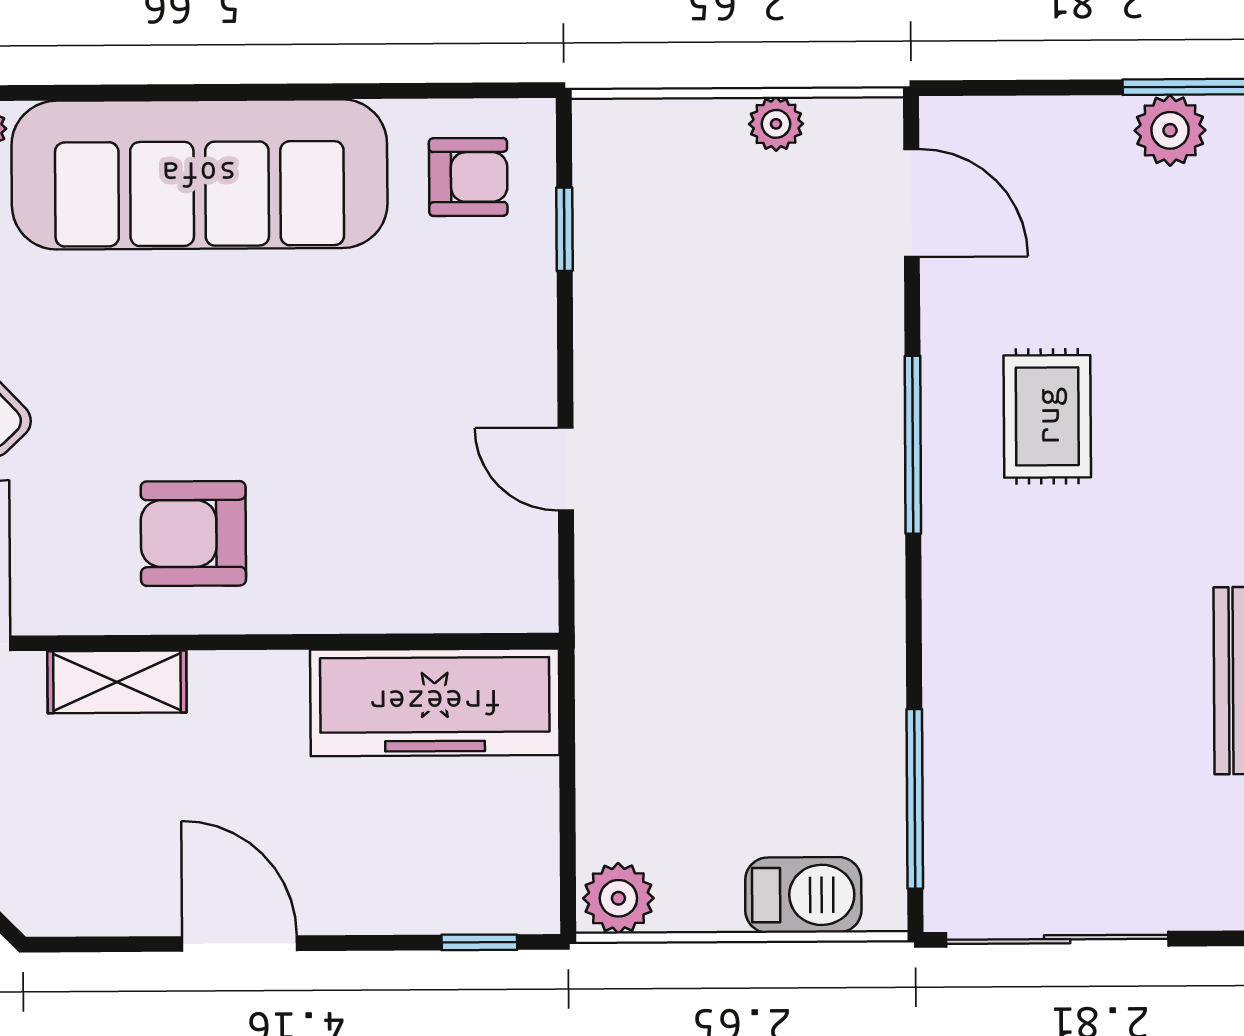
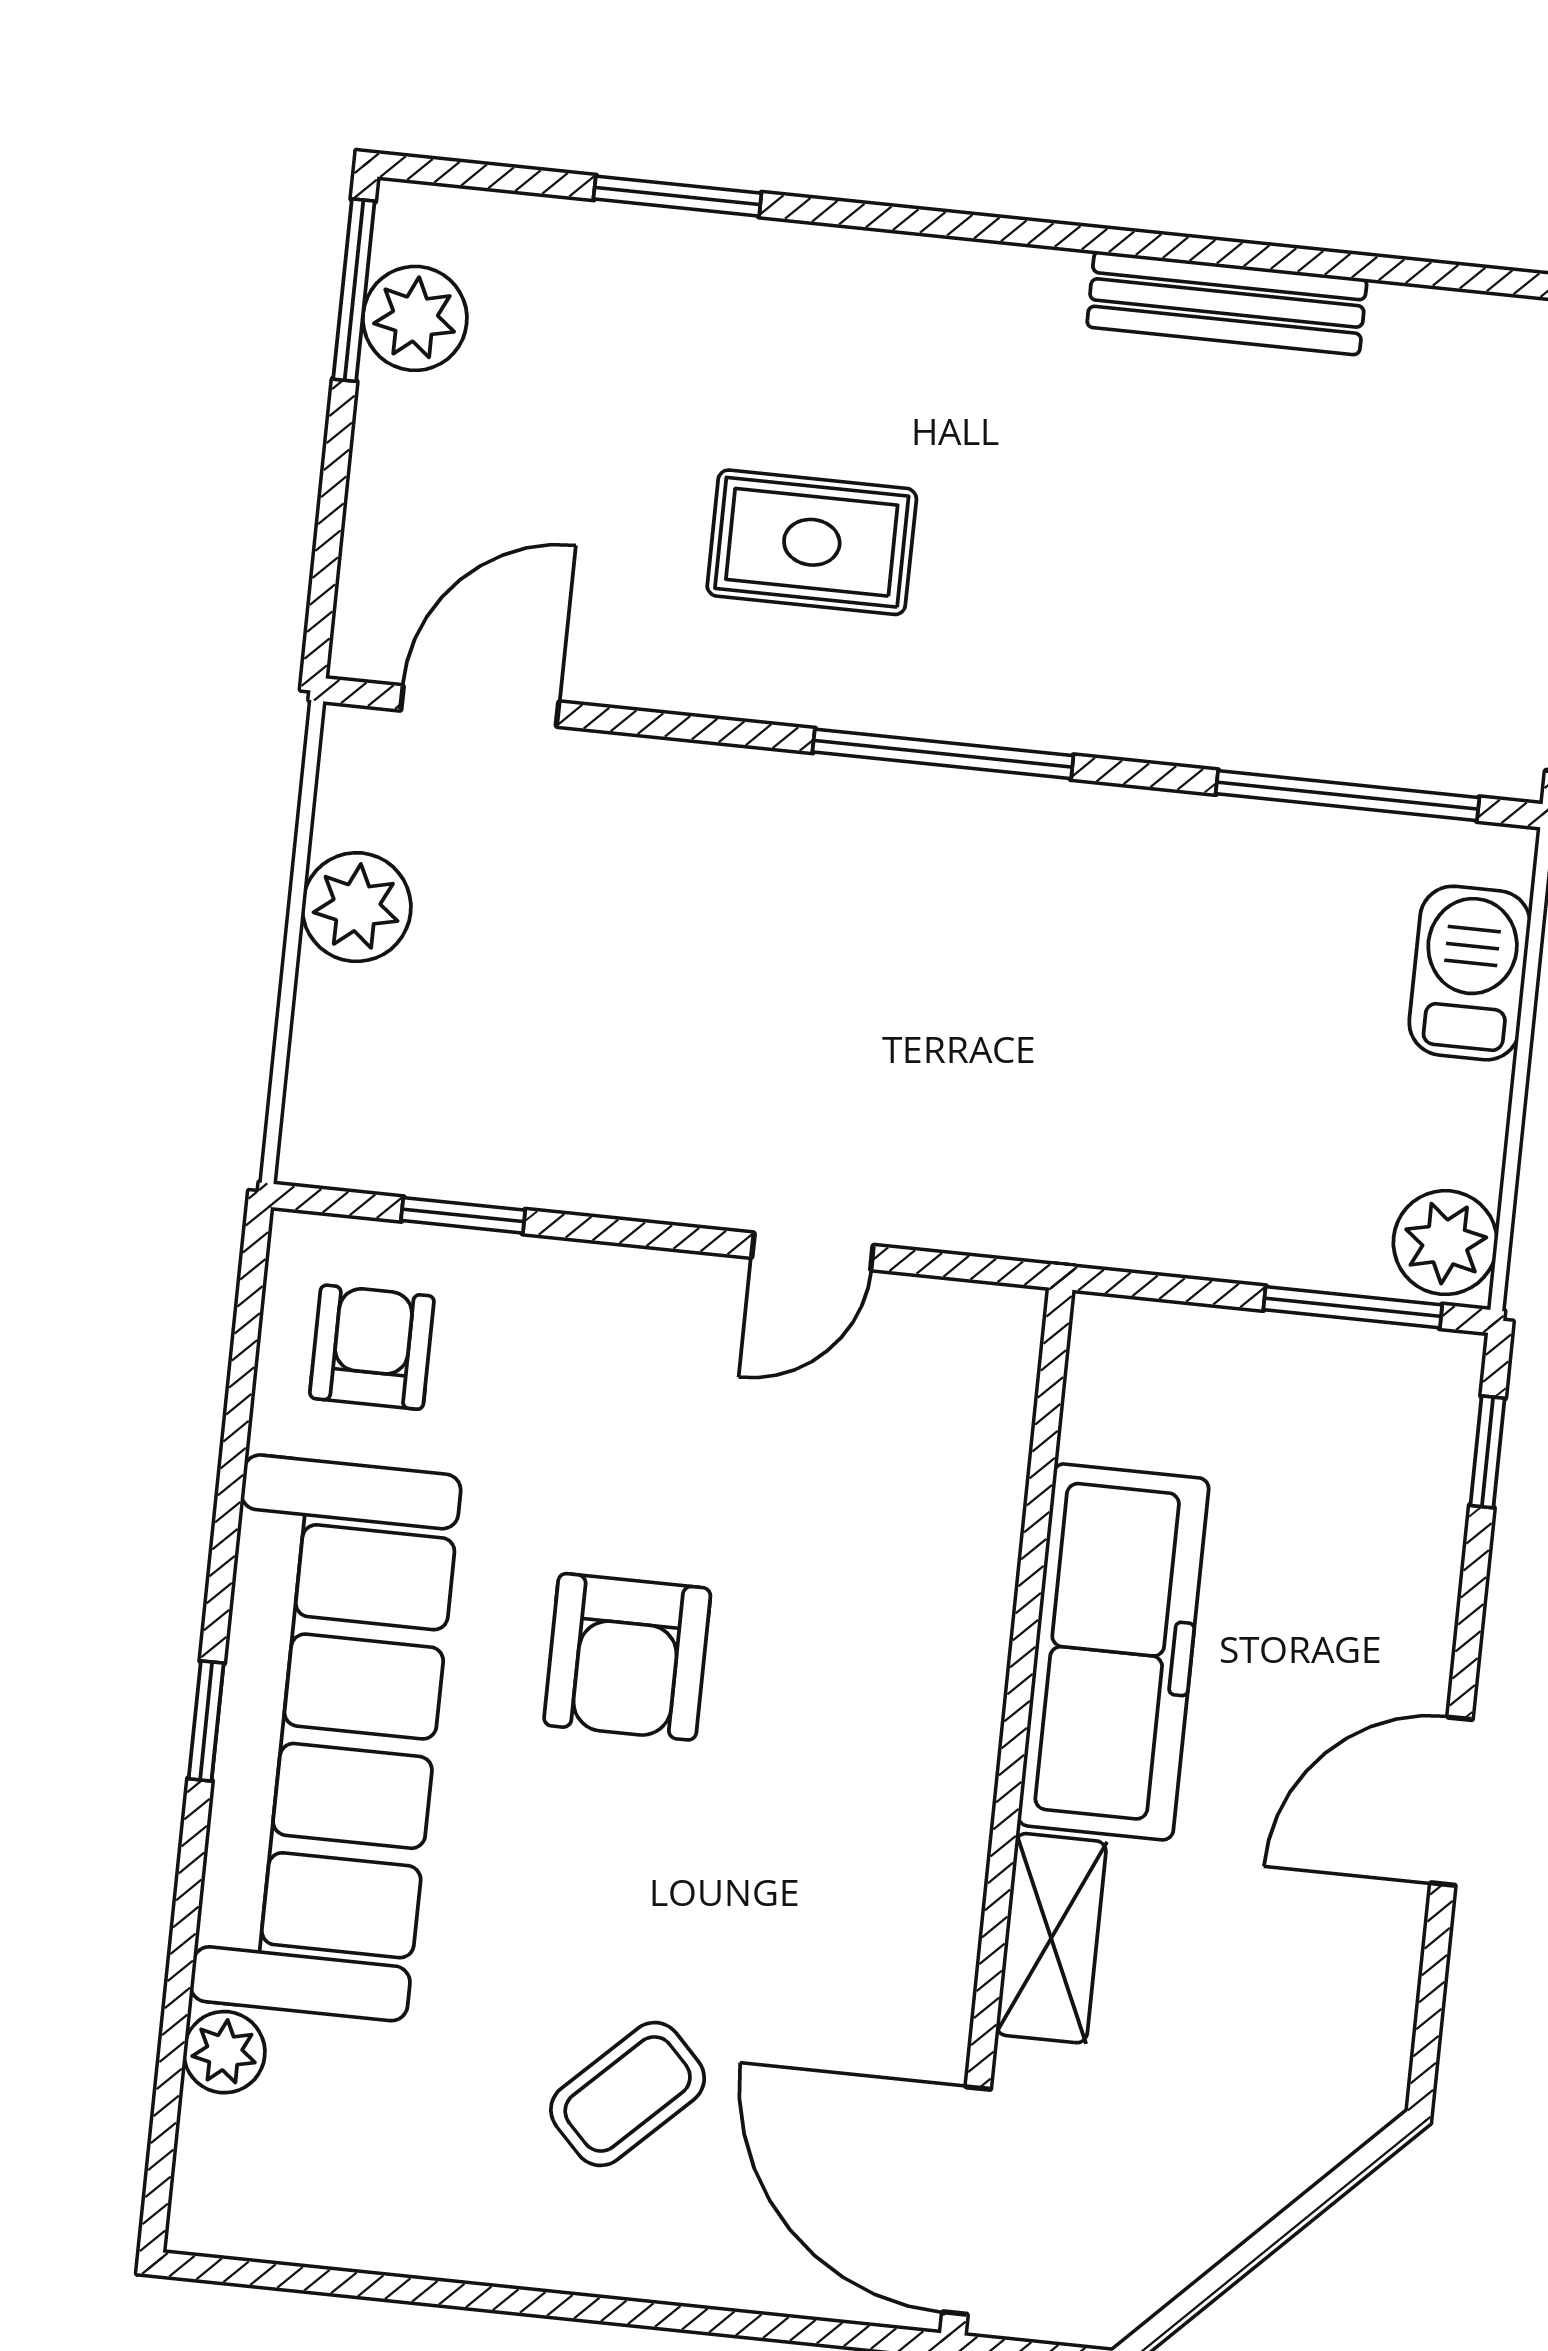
window: (202, 92) -> (206, 1721), added
plant: (776, 124) -> (356, 907), width x1.38, depth x1.38
window: (913, 445) -> (943, 754), moved
armchair: (193, 533) -> (627, 1657), moved
freezer: (435, 702) -> (1113, 1652), moved
window: (568, 840) -> (1353, 1307), added

